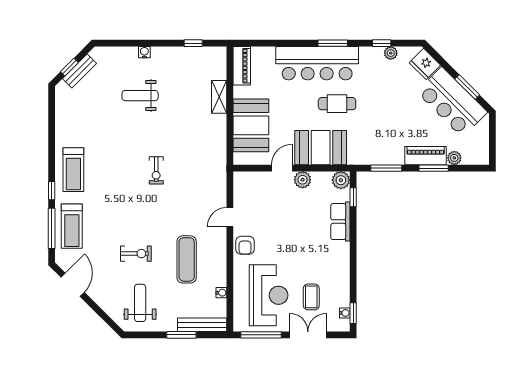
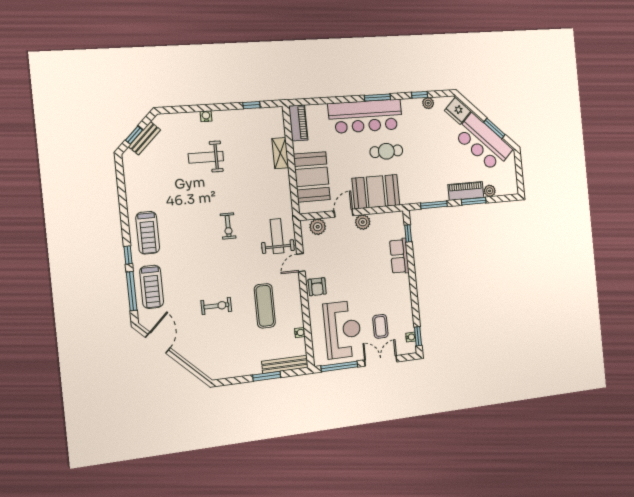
plant: (341, 180) -> (318, 227), moved
weight bench: (140, 303) -> (277, 236), moved

